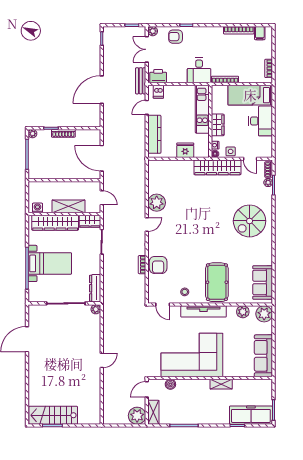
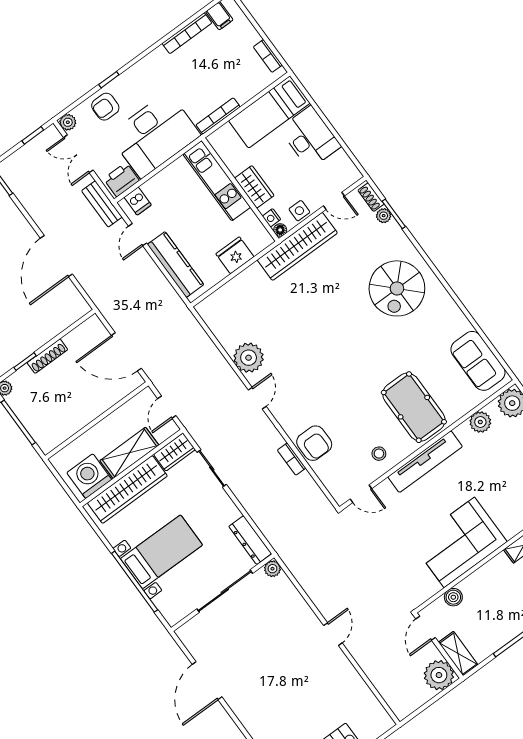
desk: (199, 70) -> (155, 135), width x1.87, depth x1.30
door: (102, 198) -> (167, 407), swing flipped
washing machine: (37, 208) -> (89, 476), width x1.89, depth x1.89
corner sofa: (192, 355) -> (459, 542), width x0.73, depth x0.74

